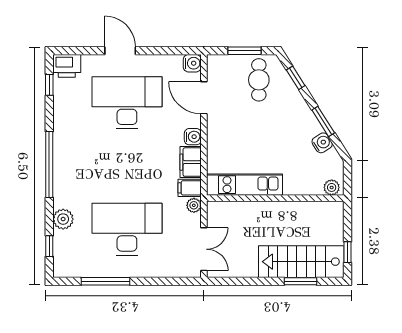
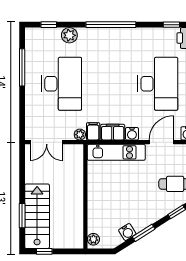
kitchen unit: (244, 185) -> (116, 152), moved, turned 90

